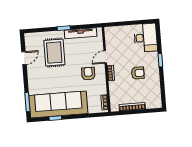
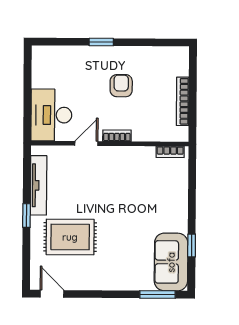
desk: (146, 38) -> (51, 115), moved, turned -90
door: (105, 57) -> (86, 143), swing flipped
door: (24, 58) -> (52, 294), moved
armchair: (88, 74) -> (114, 177), removed
sofa: (58, 104) -> (171, 262), width x0.54, depth x0.79

